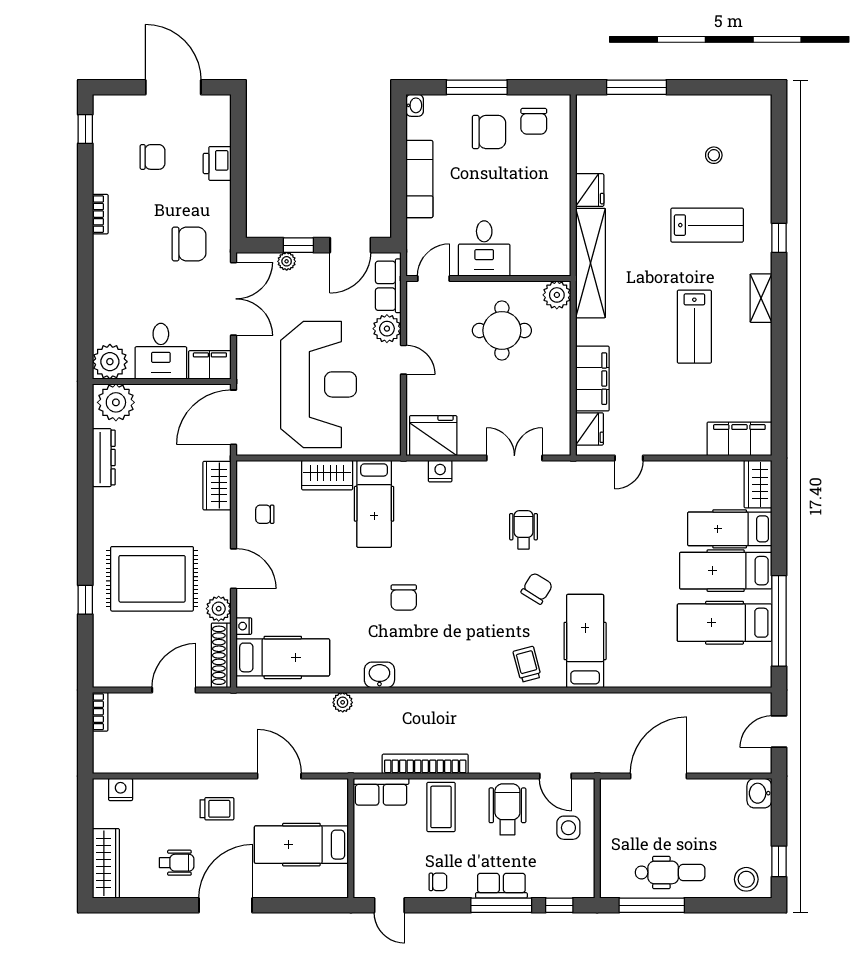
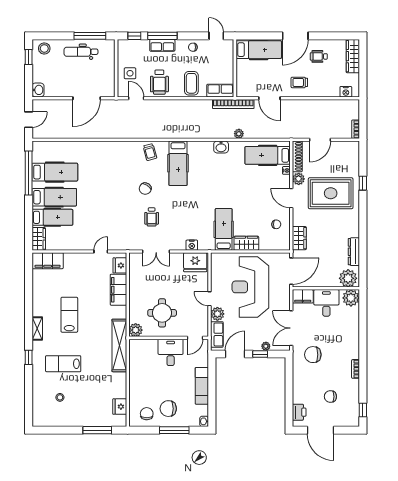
printer: (217, 163) -> (299, 412), moved
fridge: (590, 190) -> (120, 407), moved
chair: (404, 598) -> (209, 184), removed
hospital bed: (585, 641) -> (178, 163), moved
bookcase: (425, 764) -> (233, 104), moved
hospital bed: (301, 845) -> (259, 50), moved

